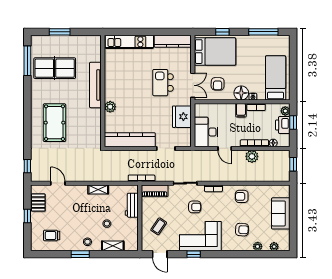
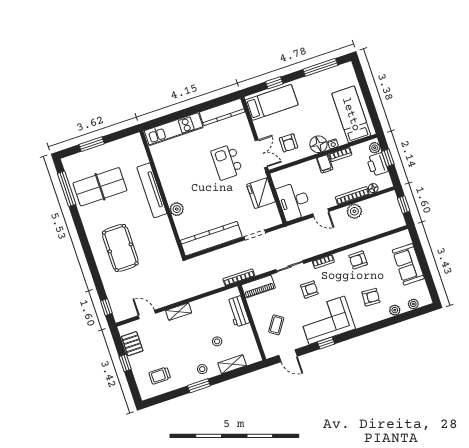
bed: (215, 52) -> (272, 102), width x0.67
shelving: (98, 189) -> (179, 312), moved

